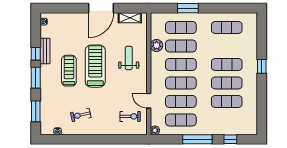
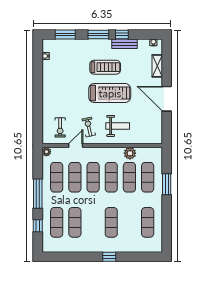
shelving: (130, 18) -> (157, 66), moved
exercise mat: (227, 83) -> (57, 222), moved
exercise bike: (81, 115) -> (89, 127), moved

